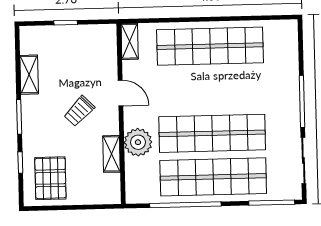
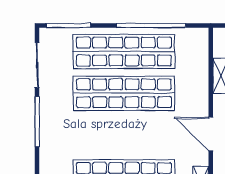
door: (121, 93) -> (211, 134), width x1.38
plant: (138, 142) -> (195, 86), removed

